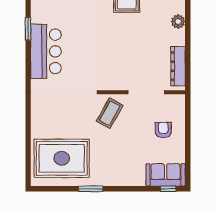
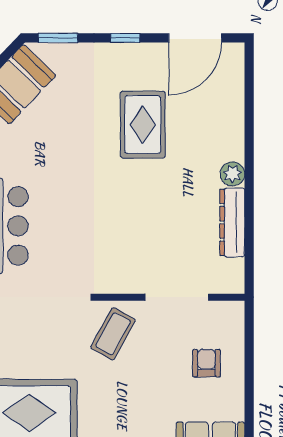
dresser: (178, 66) -> (232, 222), moved

